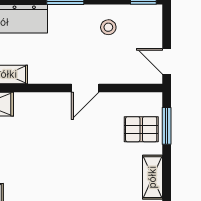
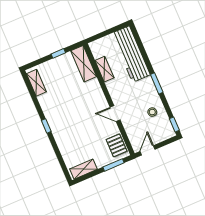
pallet: (141, 129) -> (117, 145), moved

